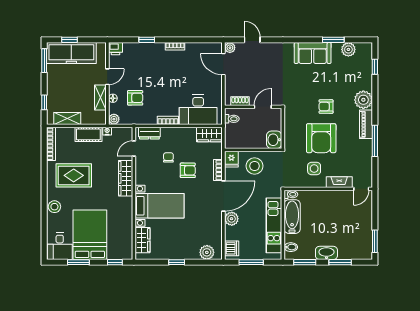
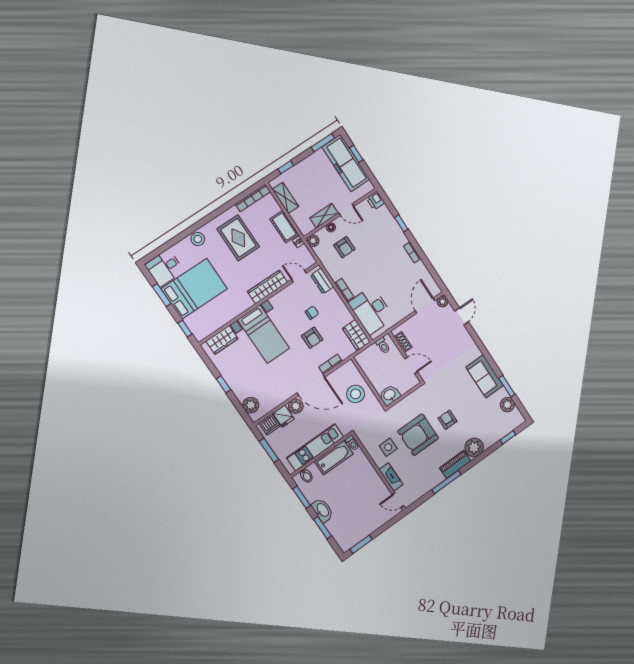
fridge: (231, 159) -> (284, 416), moved, turned -90

